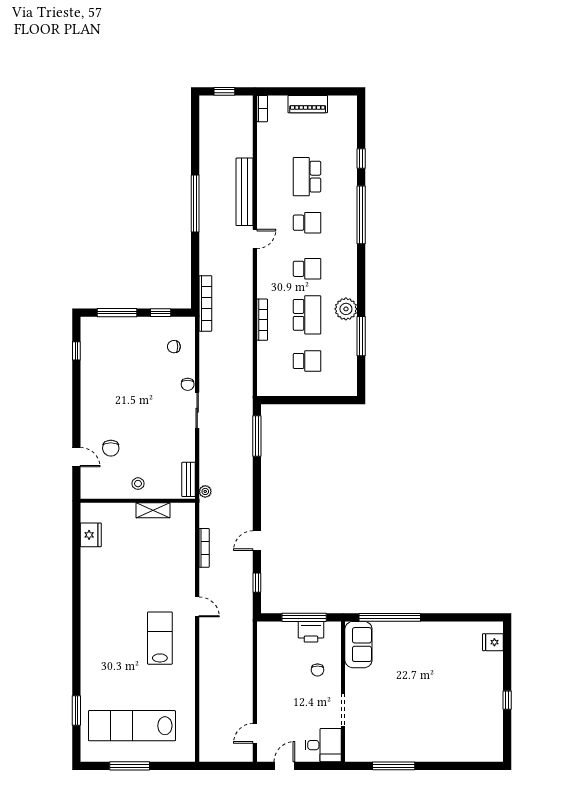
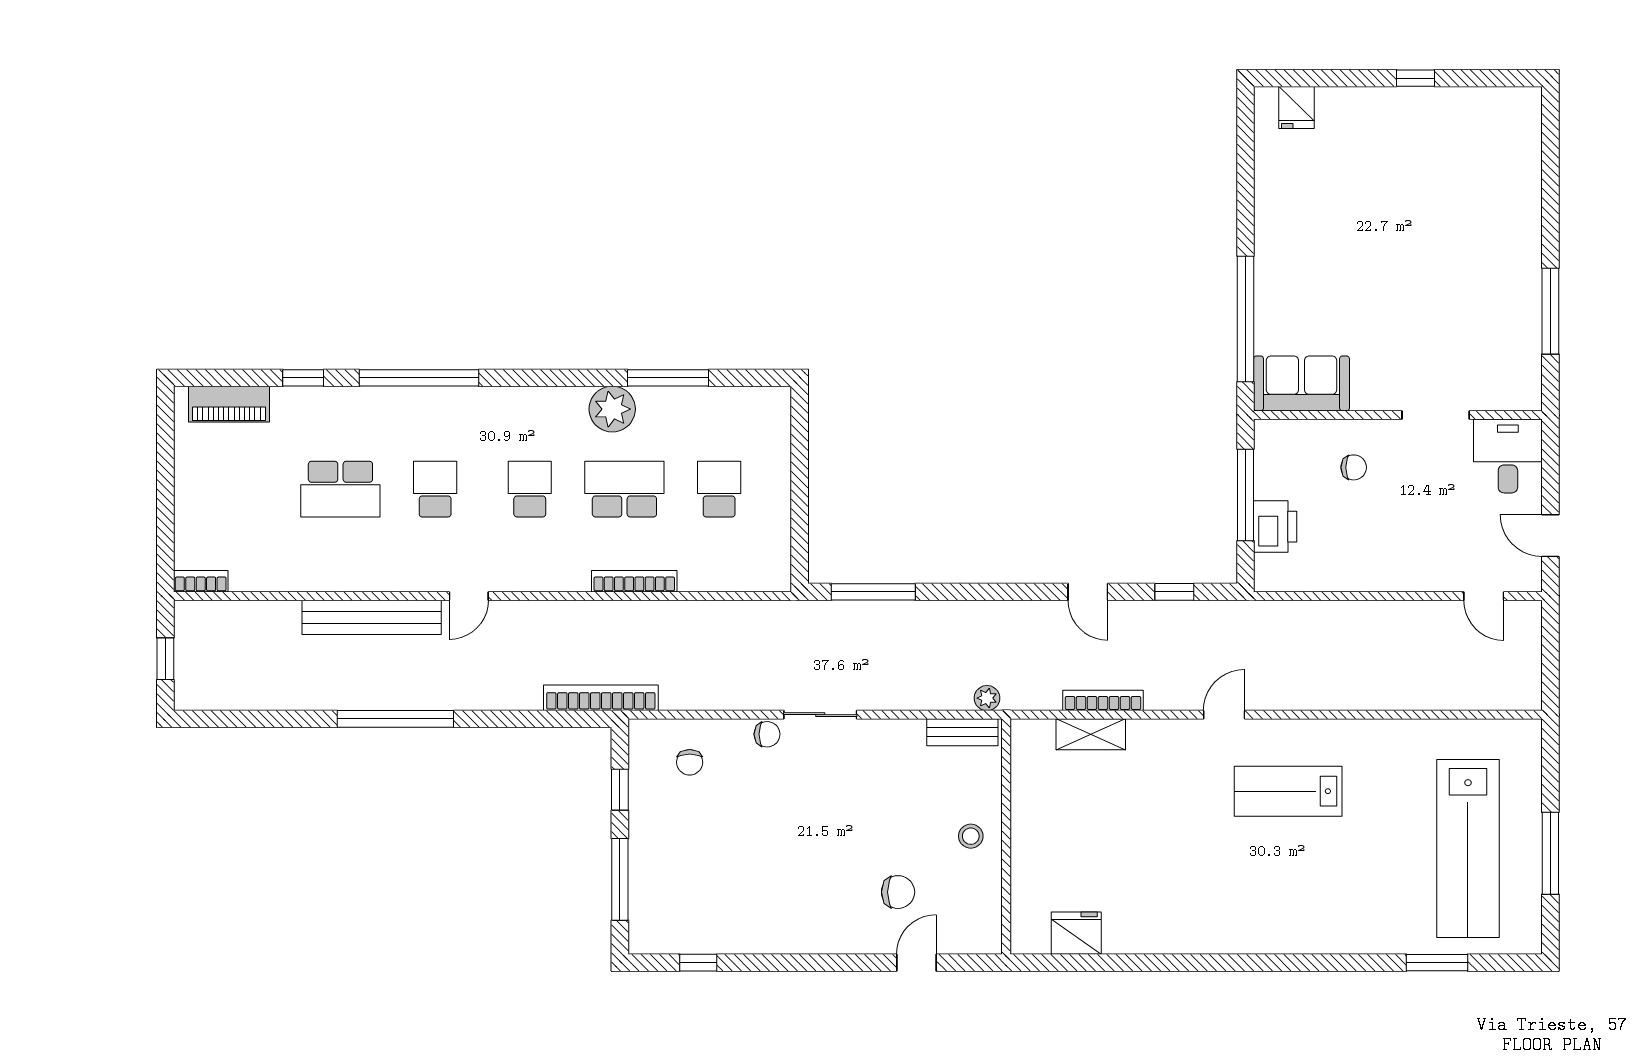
piano: (308, 104) -> (229, 404), moved, turned 90
door: (255, 239) -> (469, 596), swing flipped
shelving: (153, 510) -> (1091, 734), moved, turned 90
printer: (311, 632) -> (1275, 527), moved

